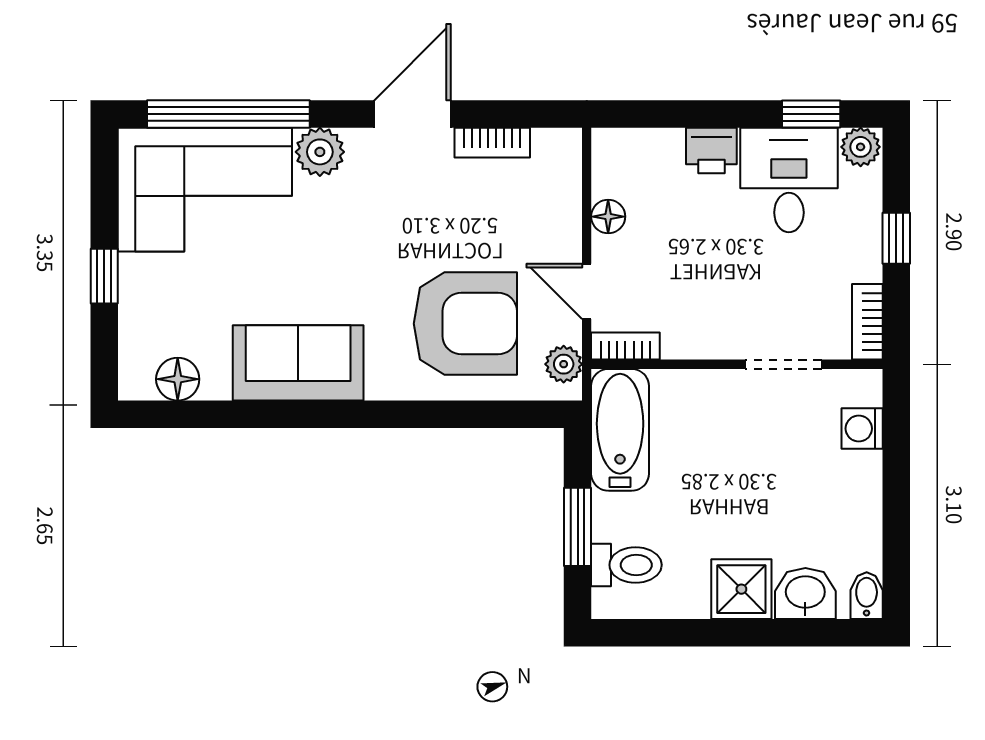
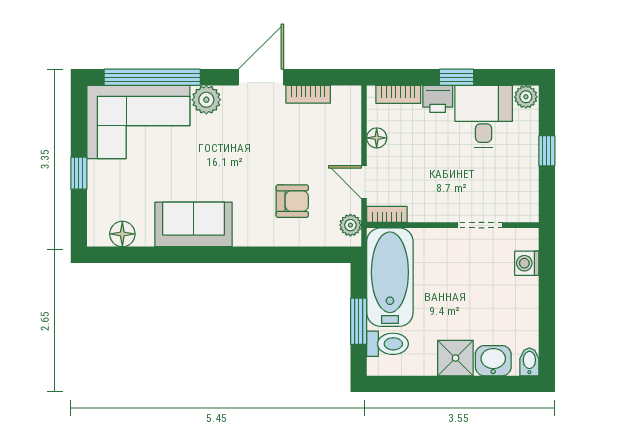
window: (811, 114) -> (457, 77), moved
bookcase: (867, 322) -> (398, 94), moved, turned -90
armchair: (465, 324) -> (292, 201), width x0.53, depth x0.53
bathtub: (620, 430) -> (390, 277), width x1.36, depth x1.36

